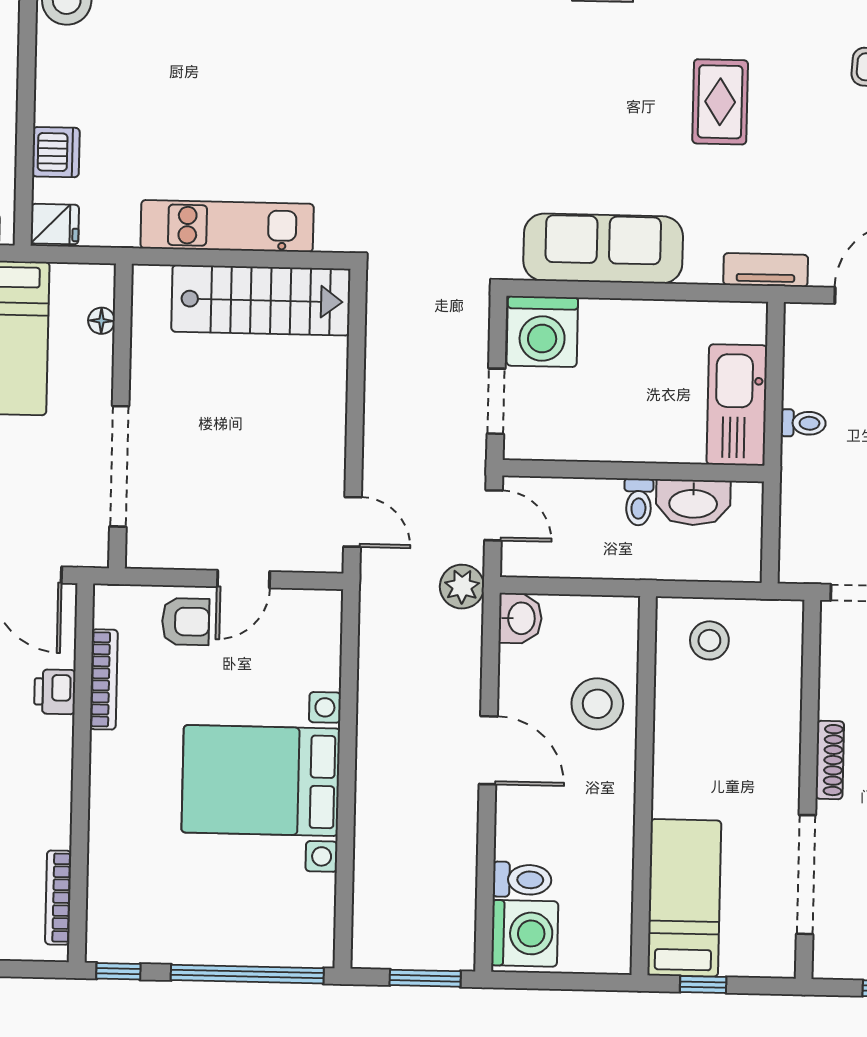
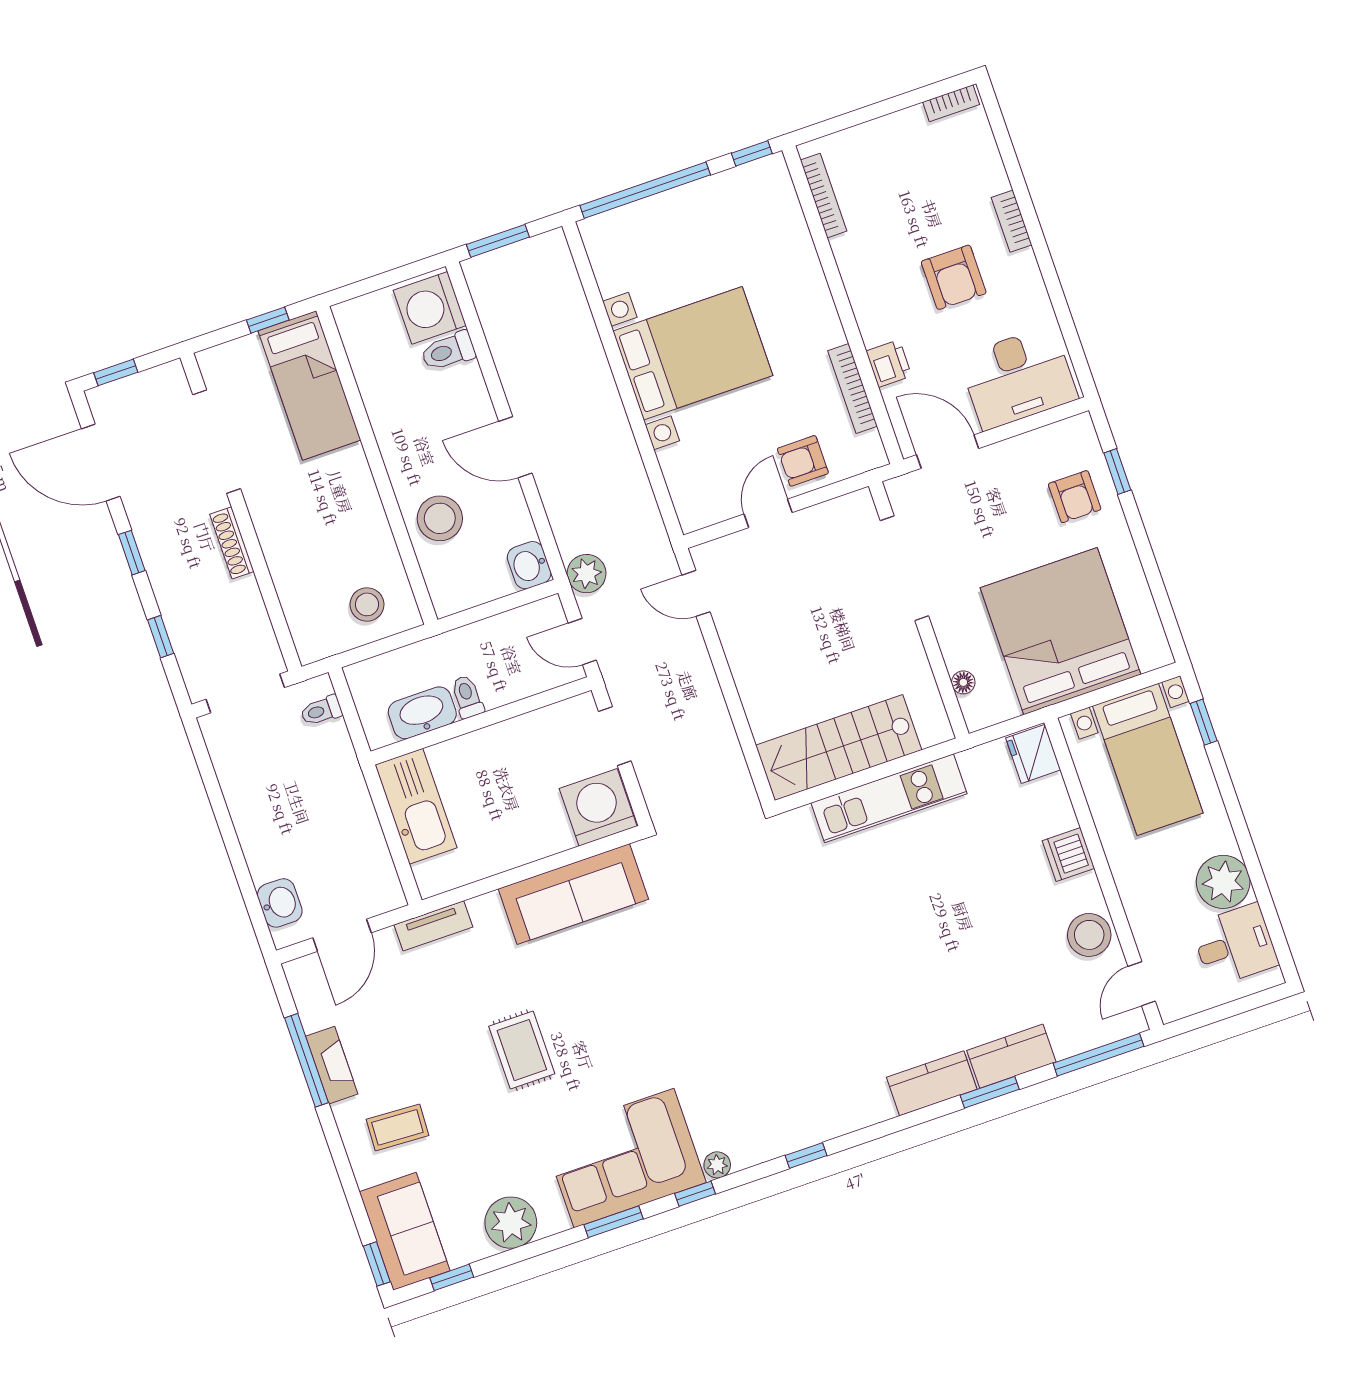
dishwasher: (56, 152) -> (1068, 855), moved
fridge: (55, 224) -> (1033, 754), width x1.38
toilet: (803, 423) -> (321, 711), moved

